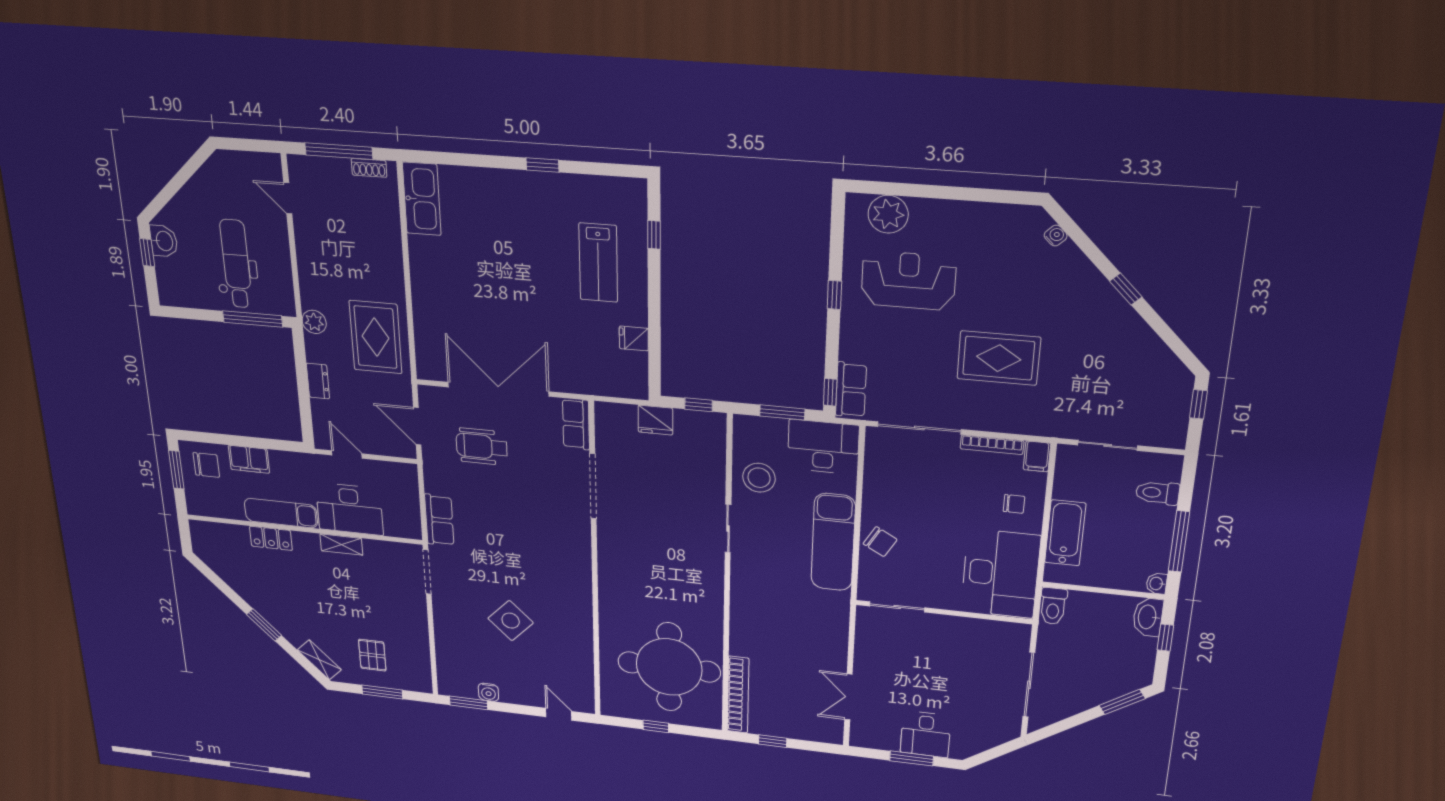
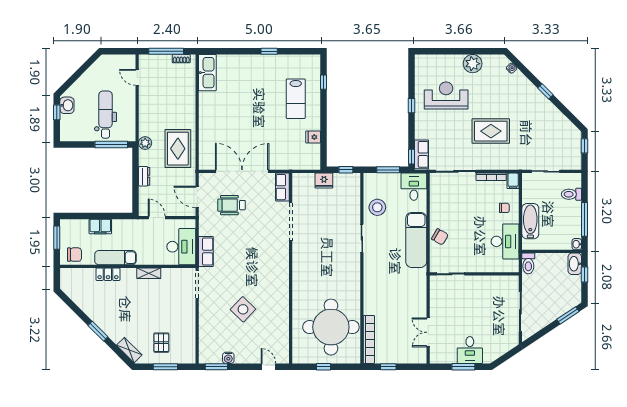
plant: (888, 214) -> (473, 64), moved
desk: (823, 447) -> (414, 187), width x0.73
chair: (206, 465) -> (74, 255), moved
desk: (349, 509) -> (181, 247), moved, turned -90
desk: (1000, 574) -> (505, 241), width x0.73, depth x0.77

